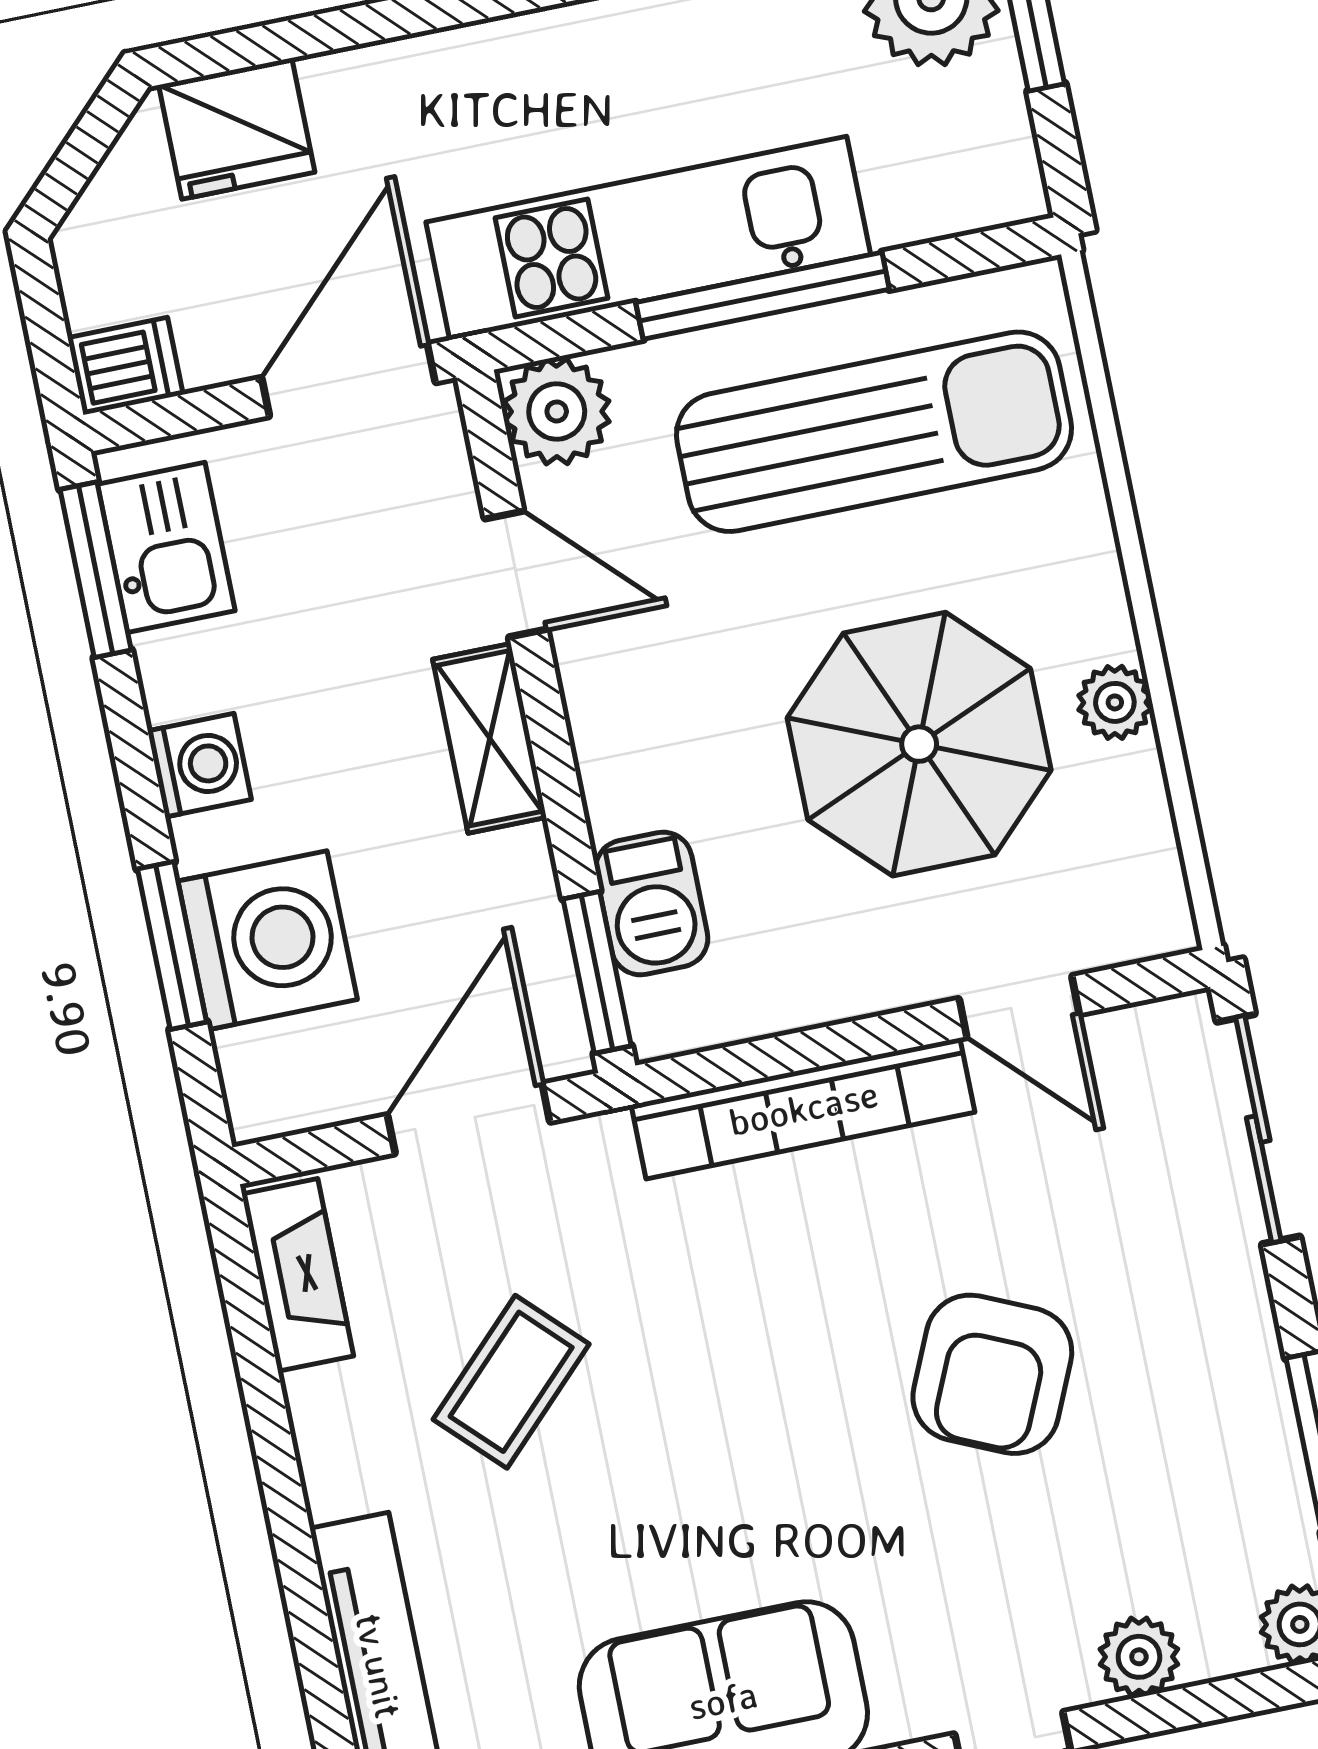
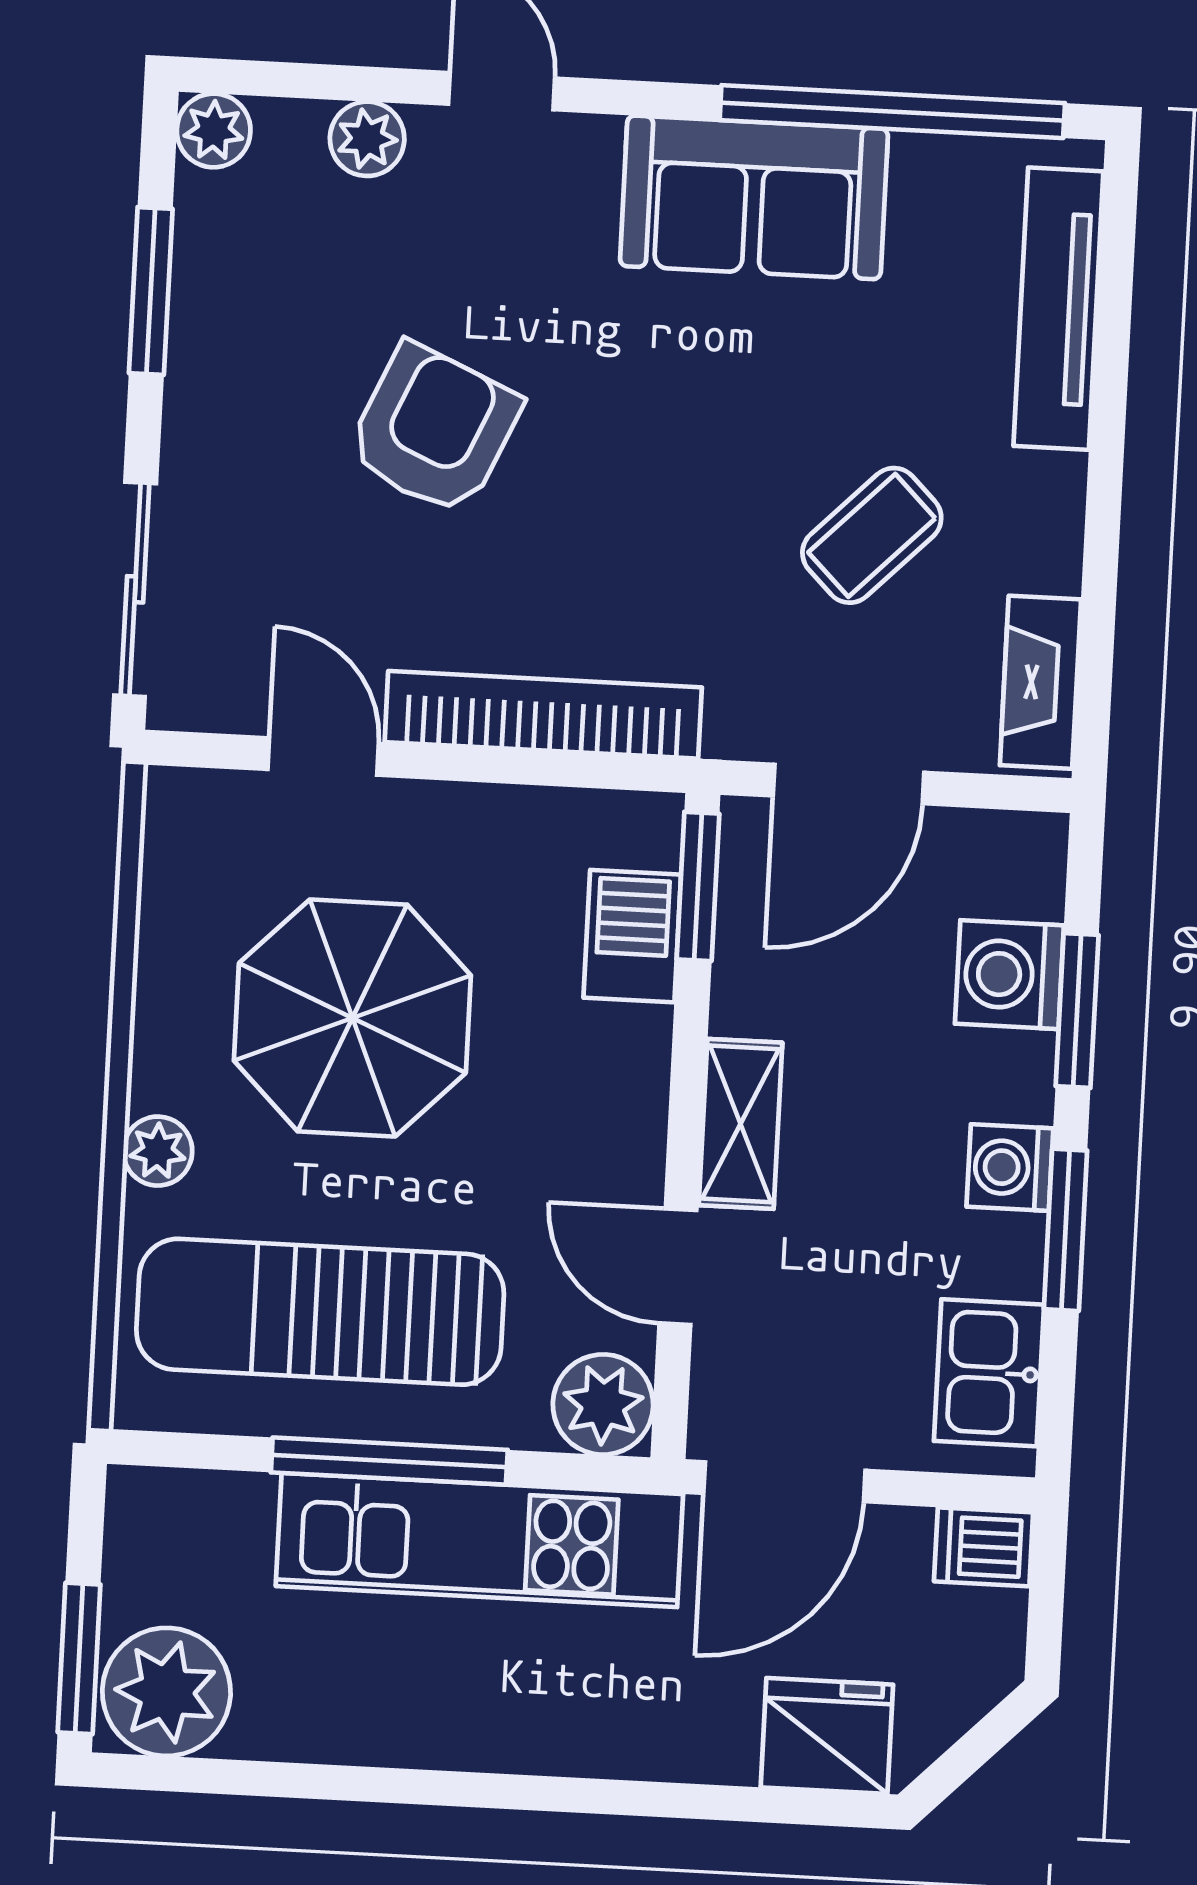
window: (96, 570) -> (1066, 1230), moved
plant: (1115, 702) -> (158, 1151), moved
washing machine: (268, 940) -> (1009, 975), width x0.73, depth x0.73

